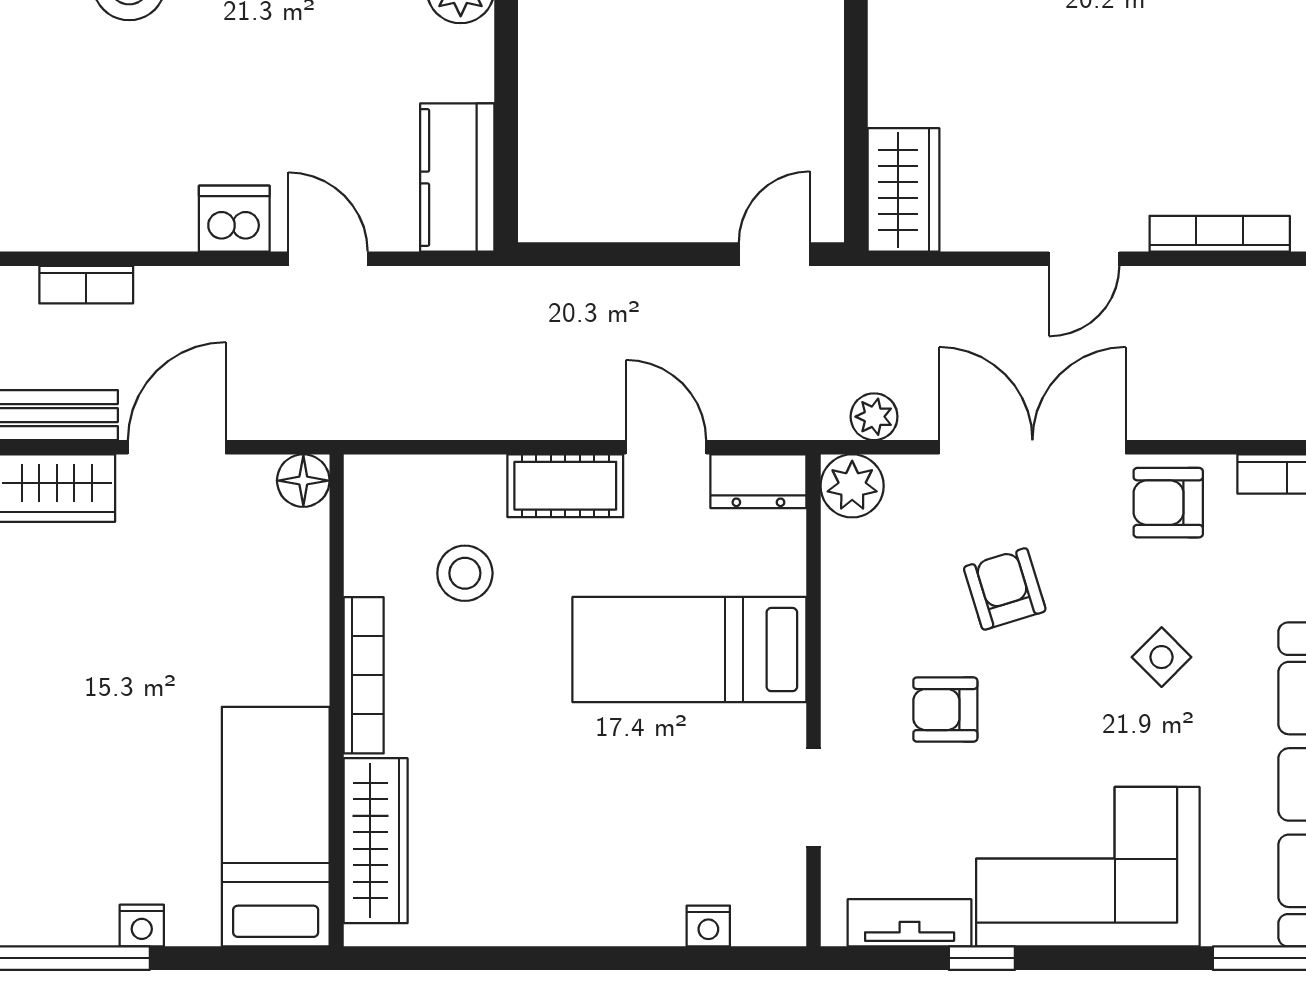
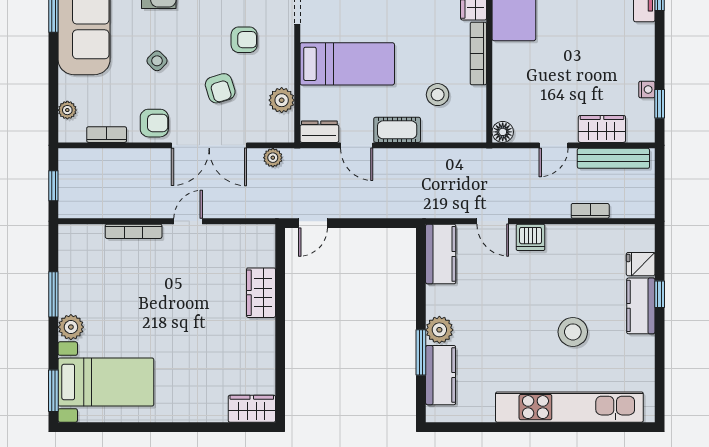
wardrobe: (903, 190) -> (261, 293), moved
door: (177, 447) -> (554, 145), width x0.73
plant: (852, 486) -> (282, 100), moved

